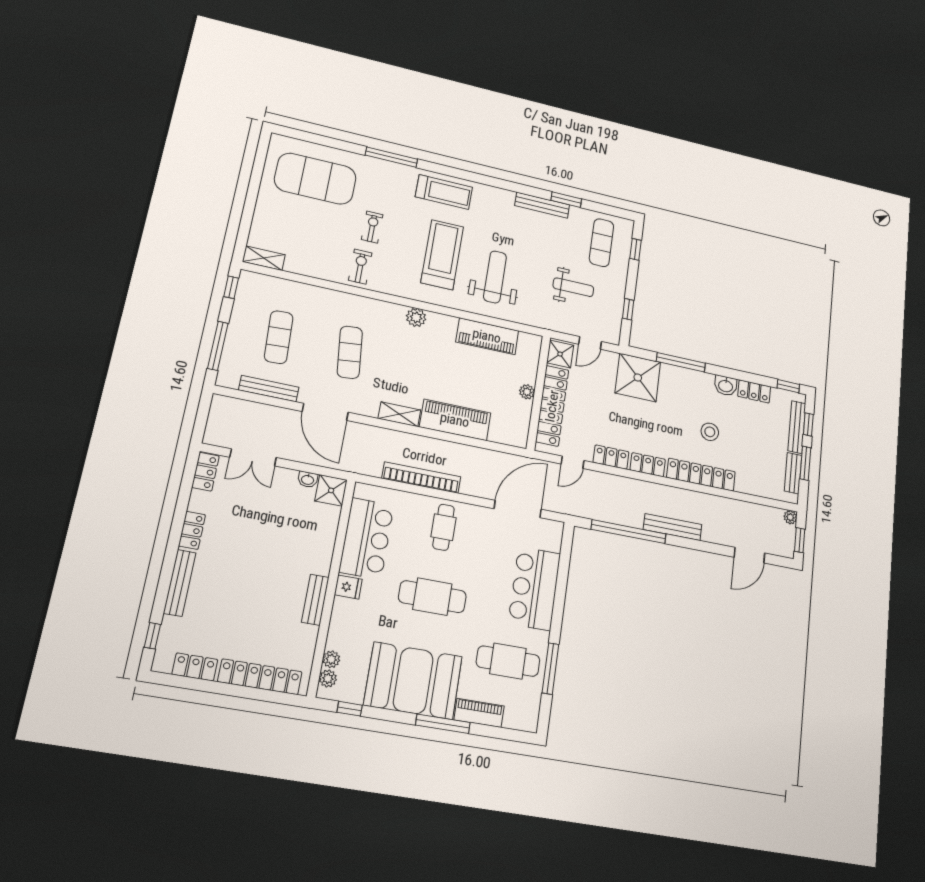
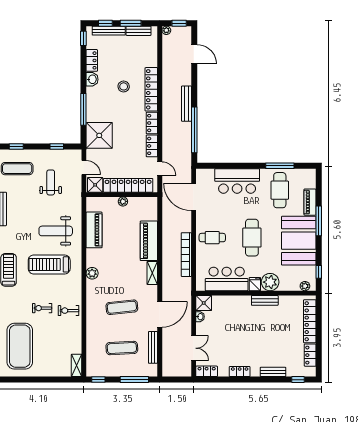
bench: (180, 583) -> (273, 372), width x0.73
plant: (331, 659) -> (270, 282), moved, width x1.87, depth x1.87

